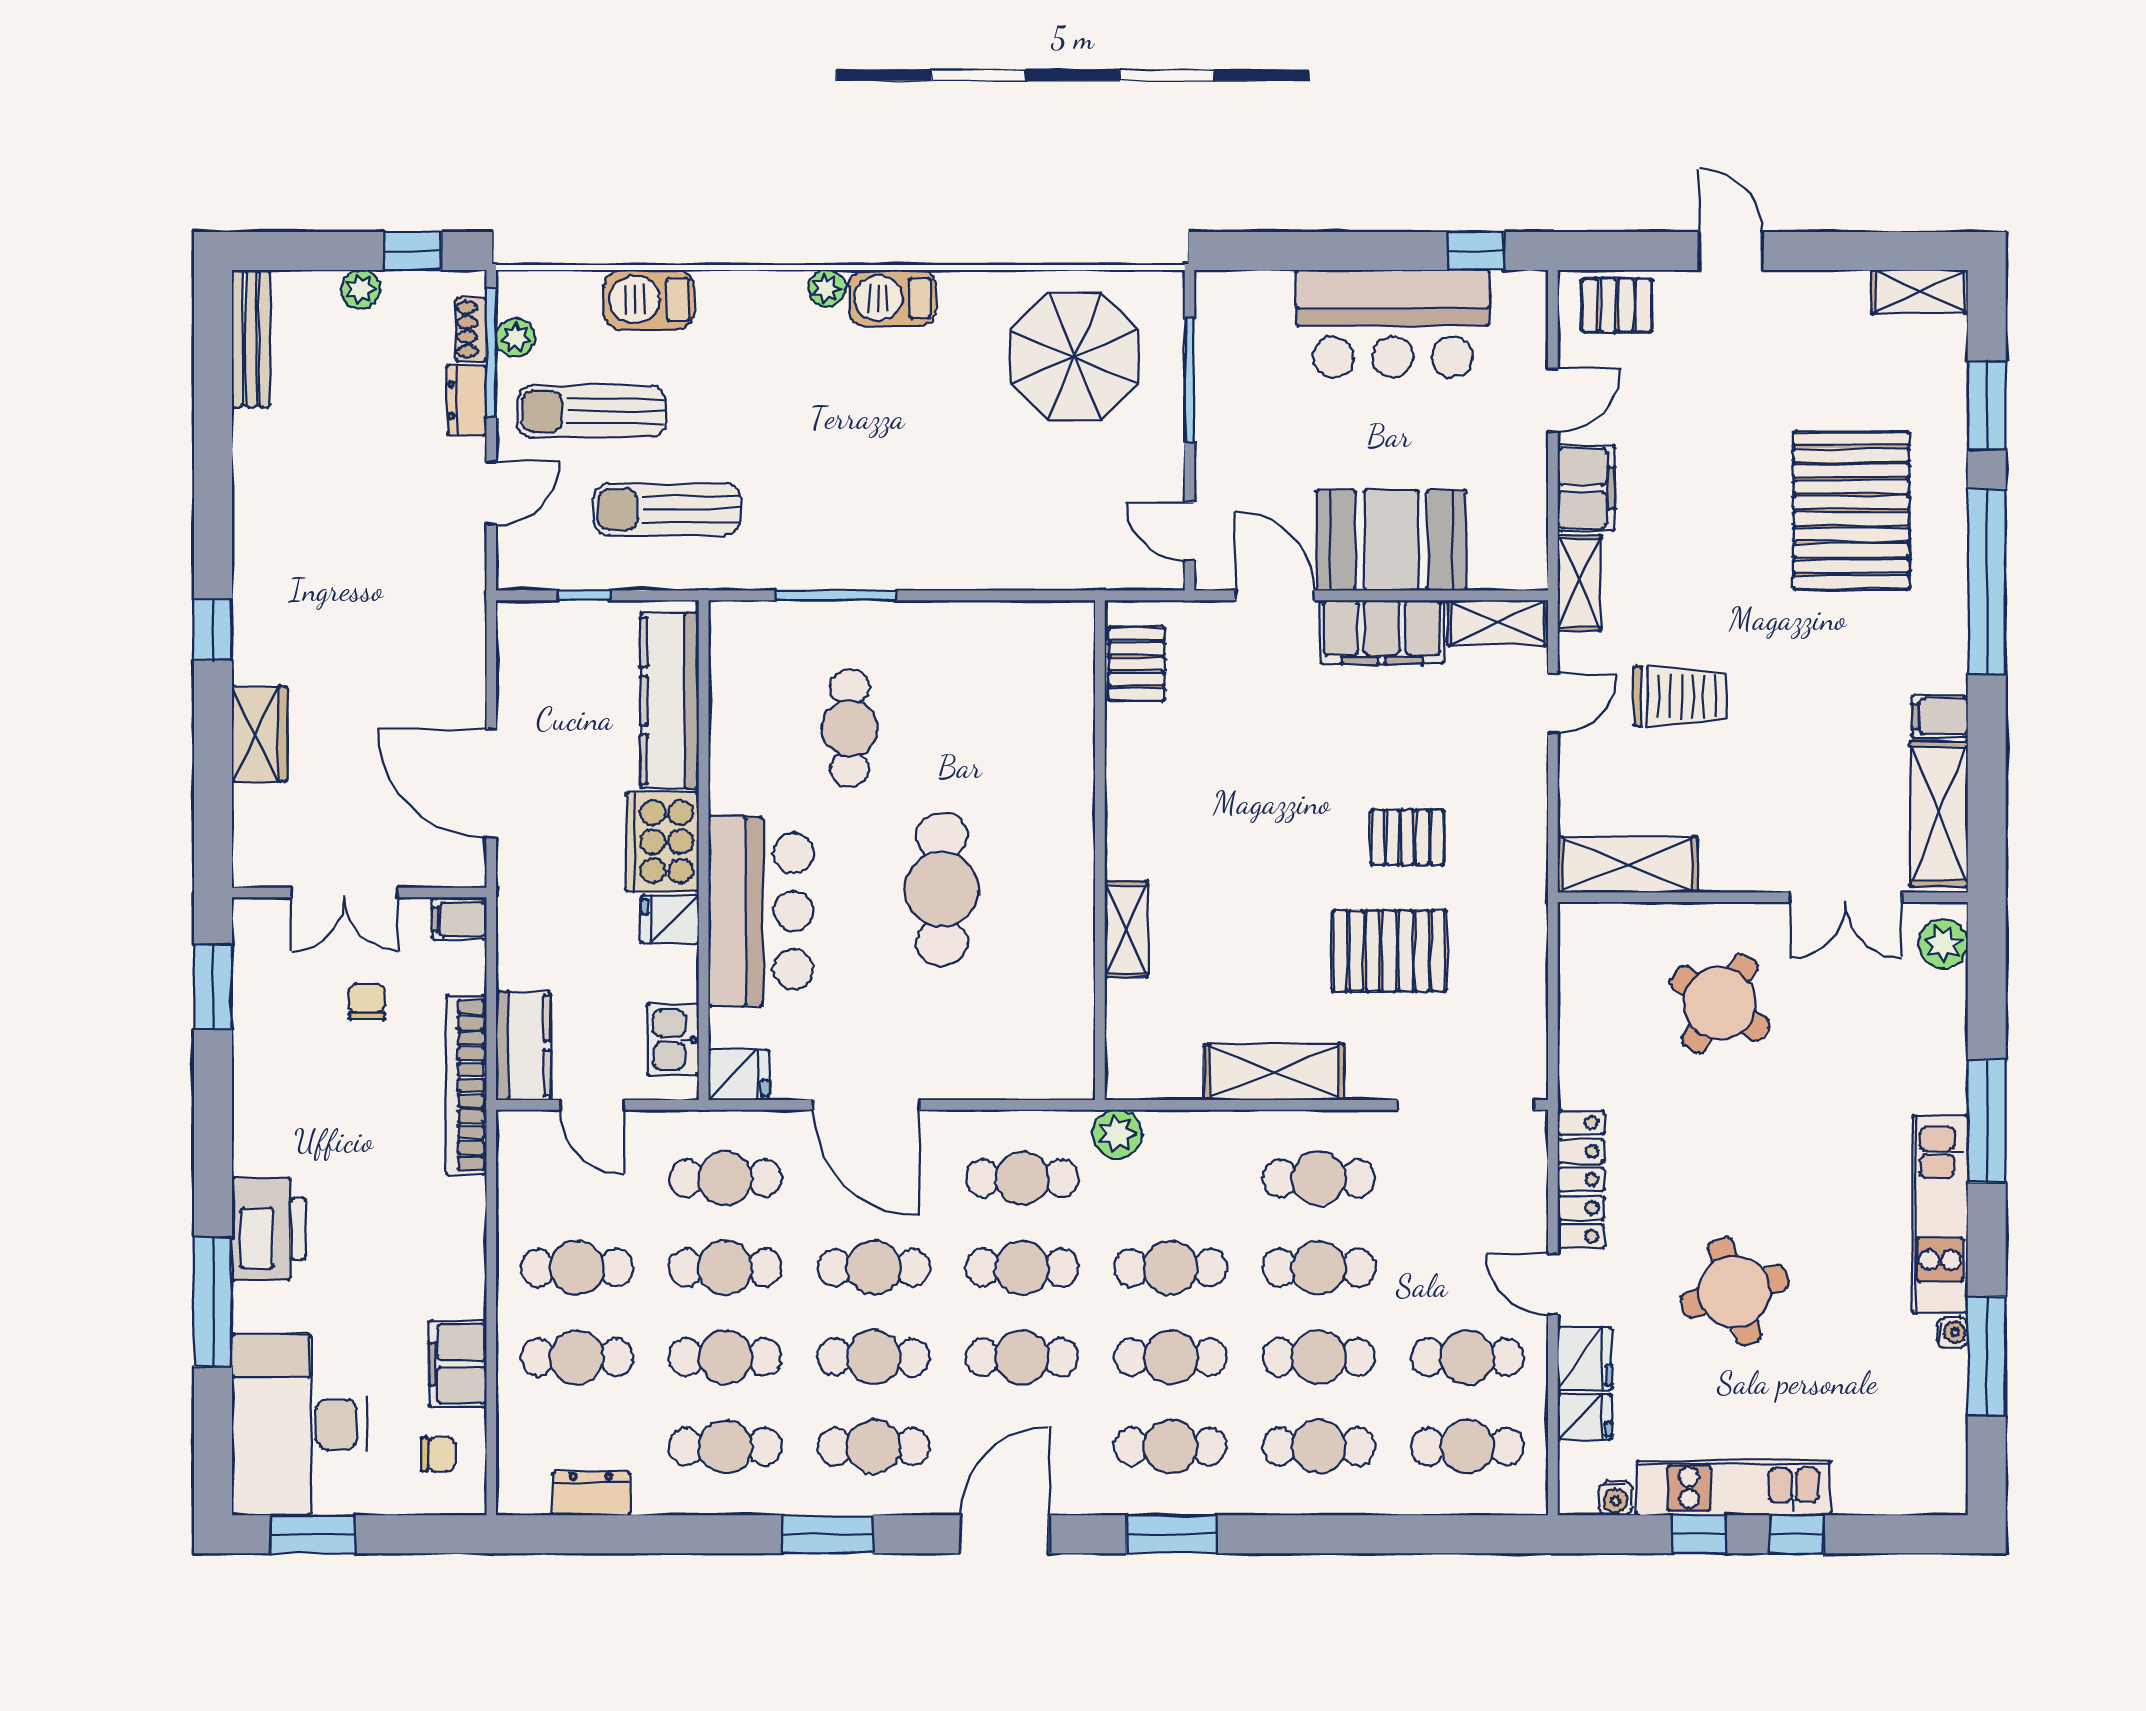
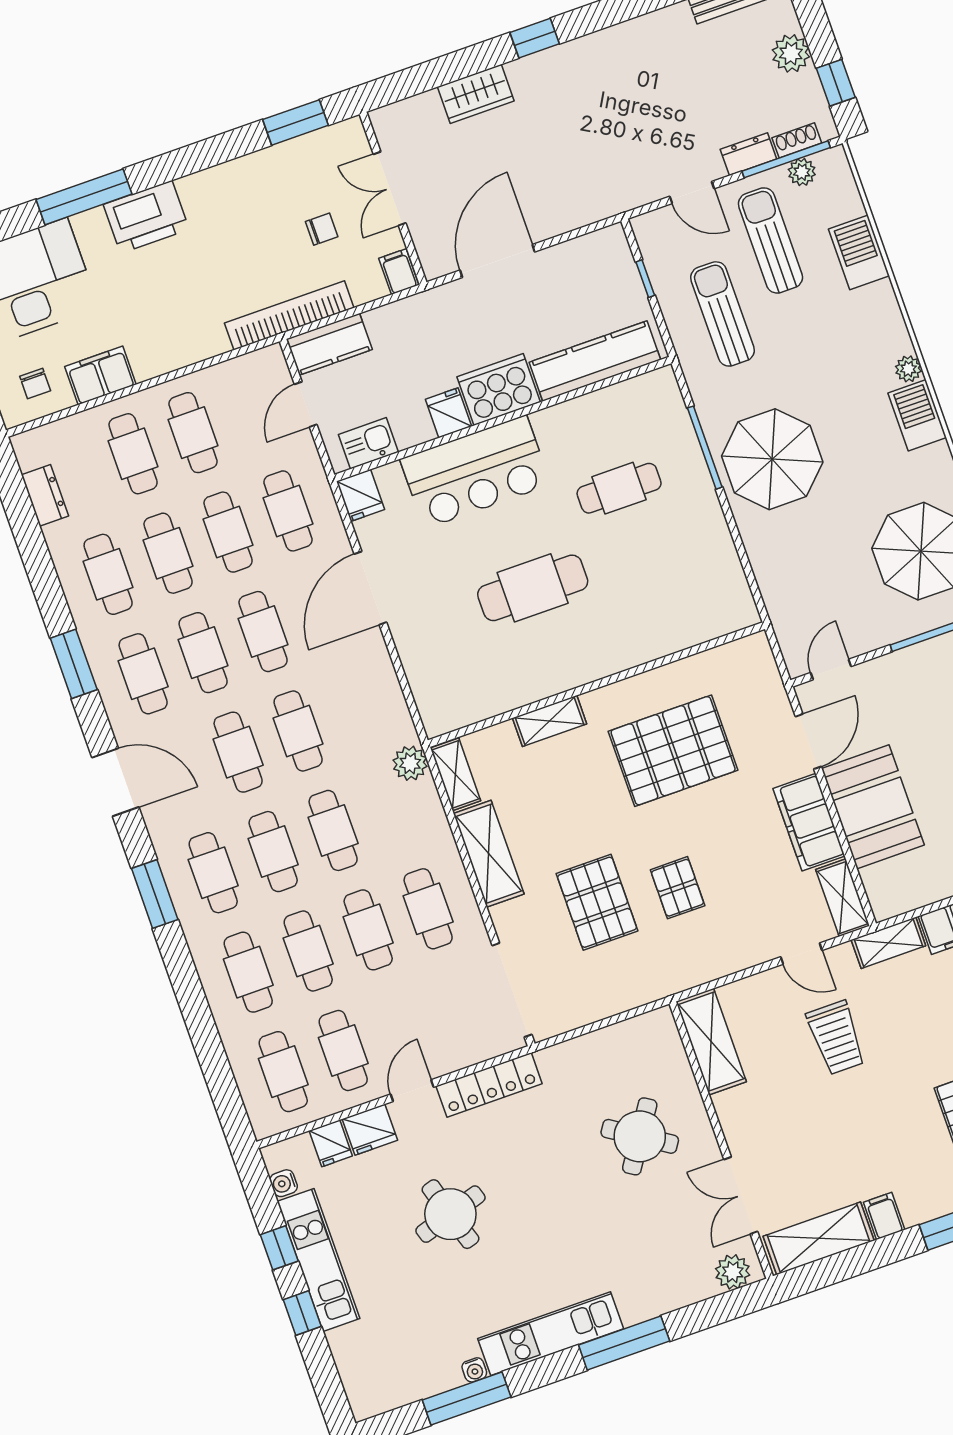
plant: (360, 289) -> (791, 53), width x1.38, depth x1.38
parasol: (883, 511) -> (772, 459), added
pallet: (1137, 664) -> (673, 751), moved, width x2.05, depth x2.00
shelving: (1153, 1079) -> (455, 774), added
cafe table: (1022, 1178) -> (358, 710), removed

